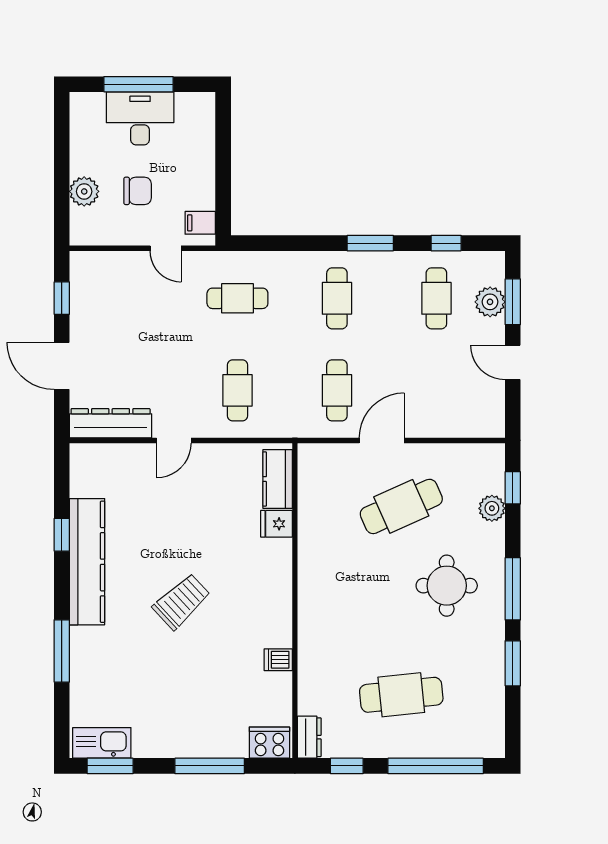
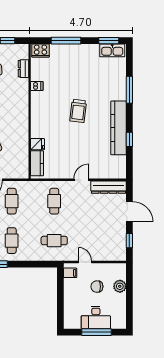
trolley: (181, 601) -> (78, 111), turned -40
dresser: (309, 737) -> (23, 69), moved

